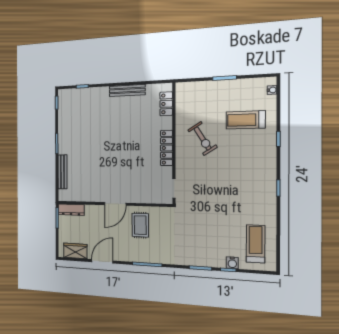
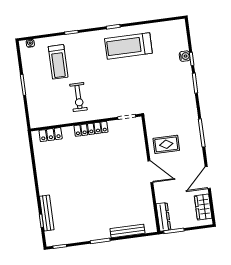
bench: (127, 90) -> (47, 213), moved
exercise bike: (202, 138) -> (78, 97), turned 122
treadmill: (256, 244) -> (128, 46), moved, width x1.37, depth x1.38
door: (102, 261) -> (208, 178), hinge flipped

